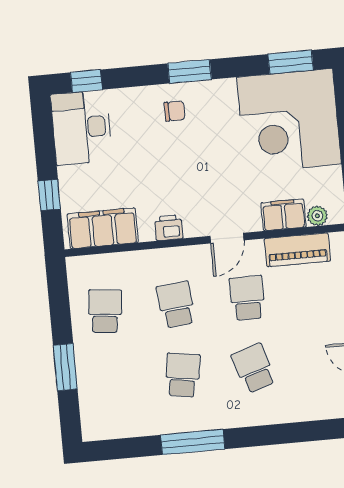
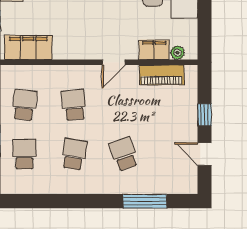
printer: (169, 228) -> (74, 51), removed
school desk: (247, 298) -> (24, 154), moved
window: (193, 442) -> (145, 201), moved

